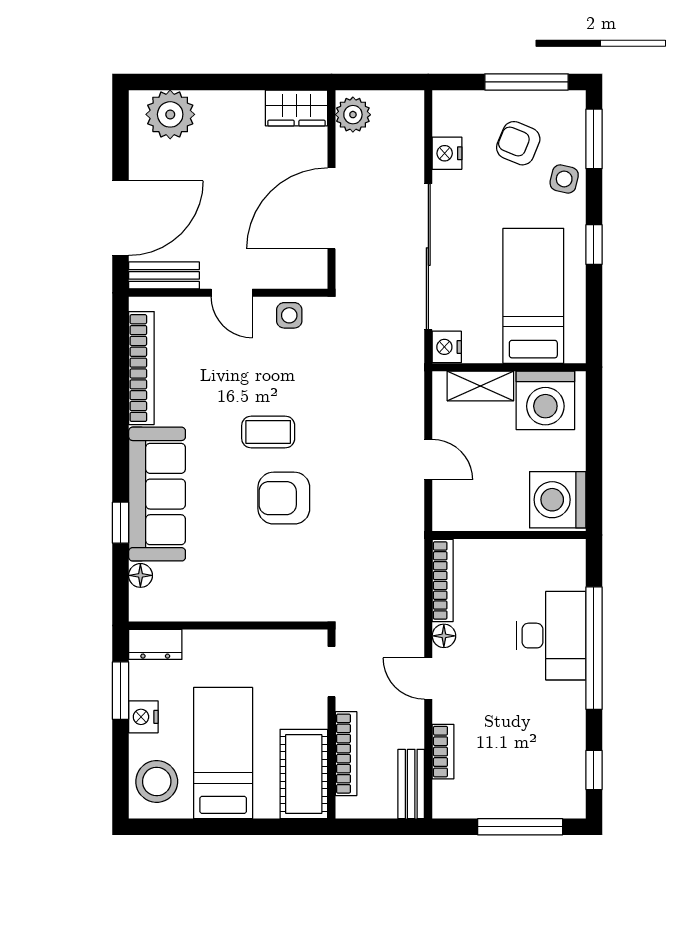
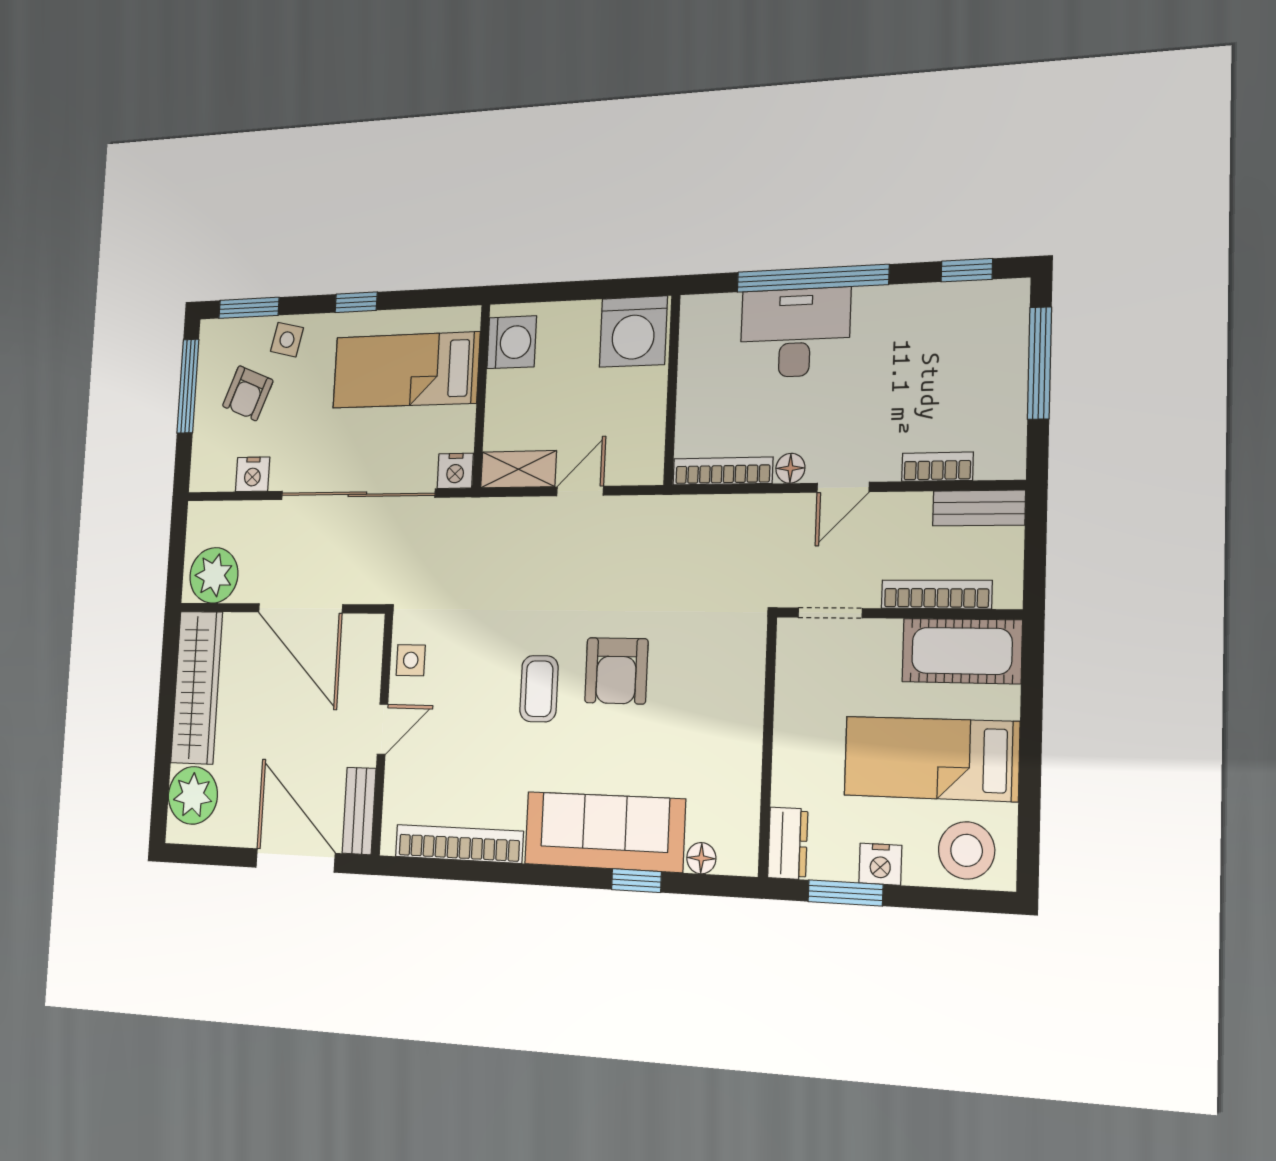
wardrobe: (297, 108) -> (197, 687), width x2.10, depth x1.17
plant: (353, 115) -> (214, 575), width x1.36, depth x1.36
shelving: (480, 386) -> (518, 469), moved, turned 90
washing machine: (545, 400) -> (512, 342), width x0.73, depth x0.73

